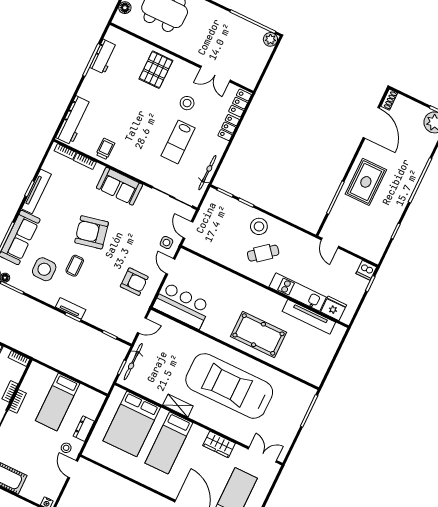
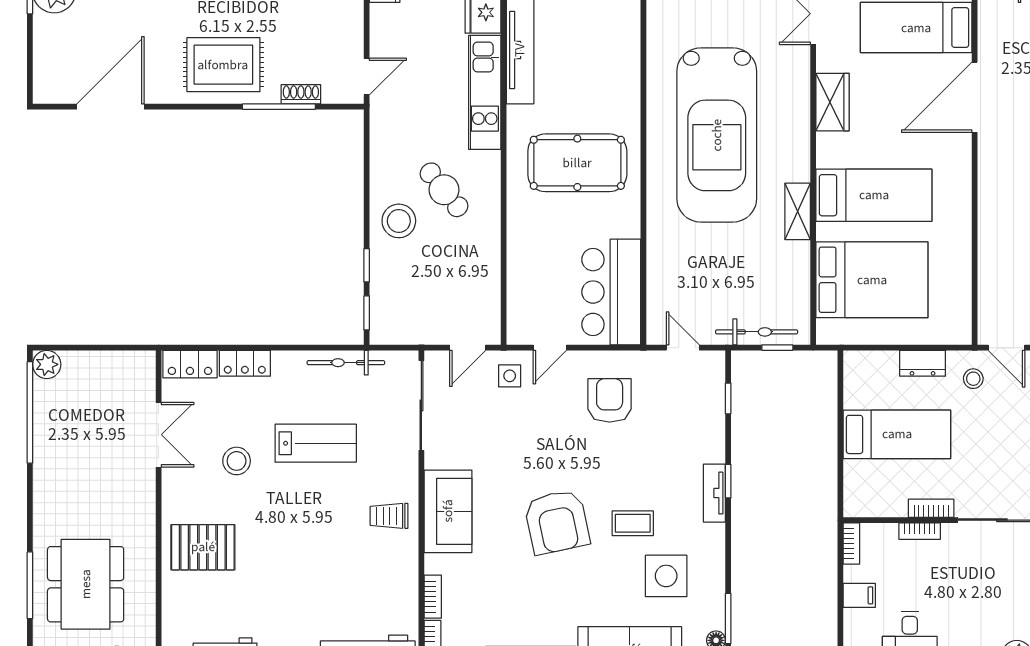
shoe rack: (389, 100) -> (301, 94), moved
trolley: (105, 149) -> (389, 516), moved
pool table: (258, 334) -> (577, 163), moved, turned 90
door: (73, 469) -> (1007, 348), hinge flipped

